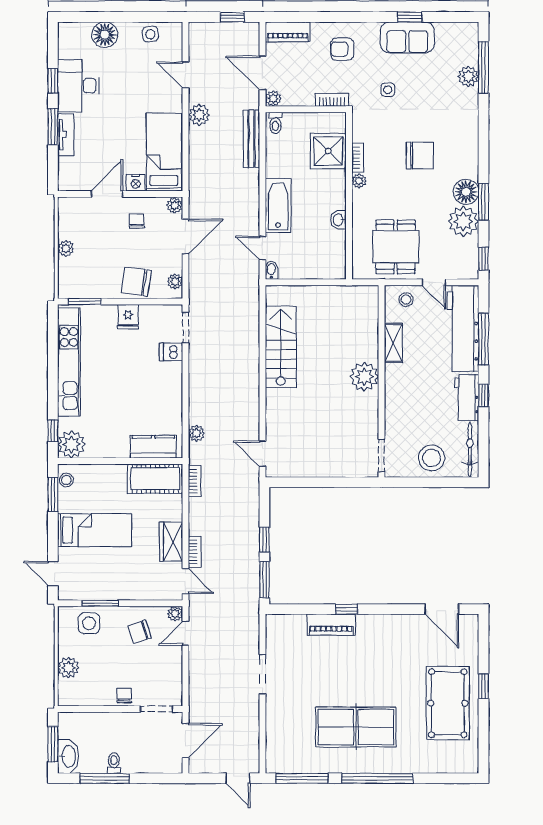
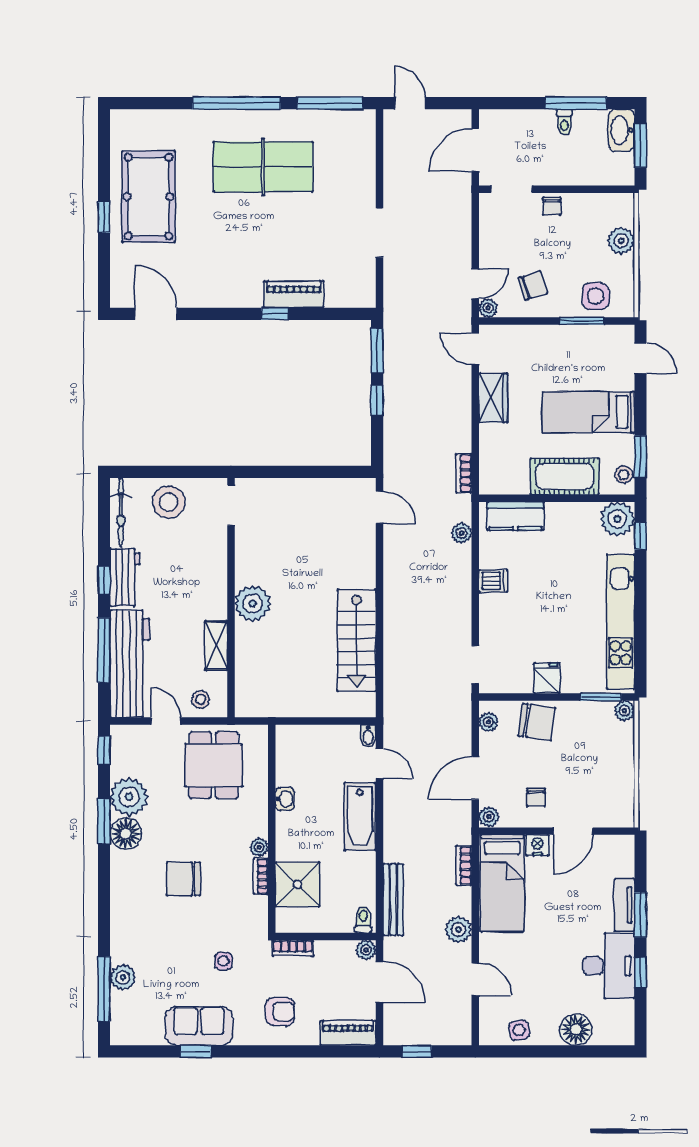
plant: (66, 248) -> (624, 711), moved
dishwasher: (171, 352) -> (493, 581), moved
cot: (155, 479) -> (565, 476), moved
bookcase: (195, 552) -> (464, 866), moved

